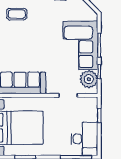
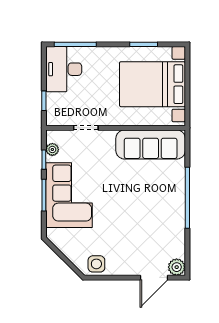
coffee table: (17, 14) -> (155, 237), removed
plant: (89, 79) -> (52, 149), width x0.53, depth x0.53

